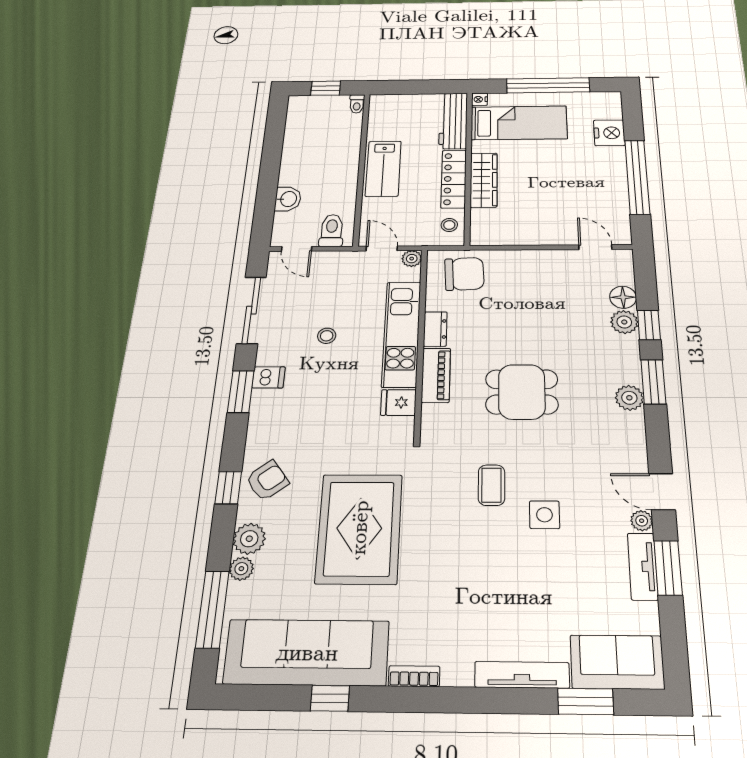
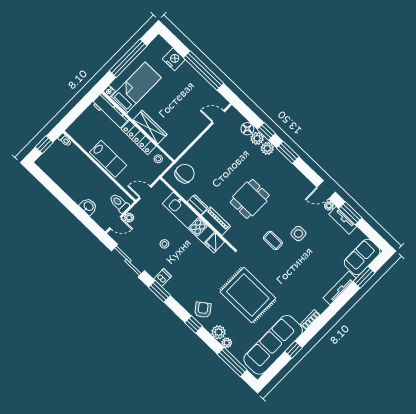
plant: (412, 259) -> (129, 218), moved
plant: (629, 398) -> (267, 148), moved

